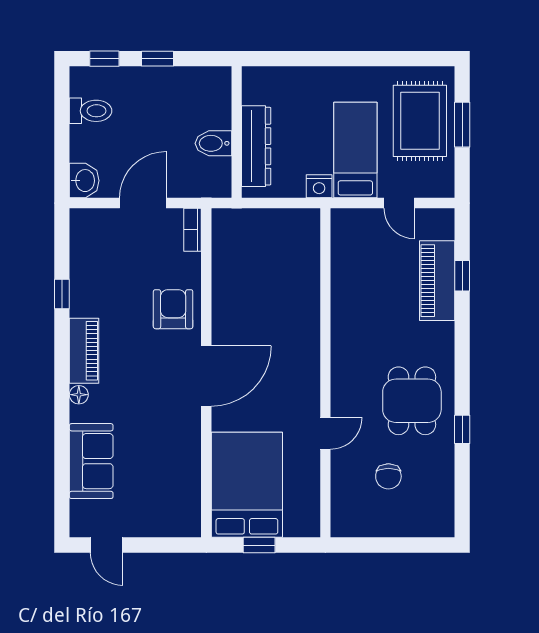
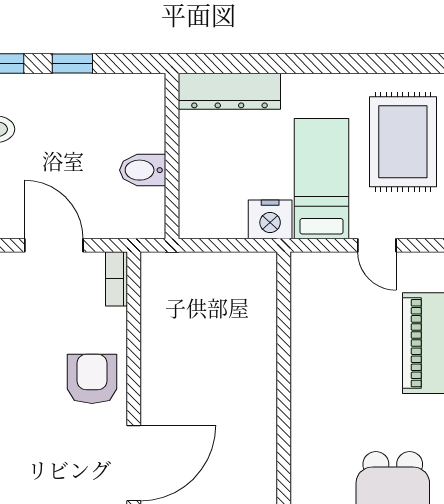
dresser: (256, 146) -> (229, 91), moved, turned 90
nightstand: (319, 186) -> (270, 219), width x1.36, depth x1.33
door: (143, 203) -> (54, 245), hinge flipped

